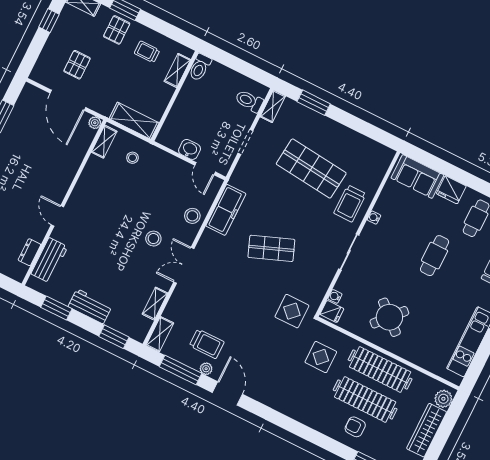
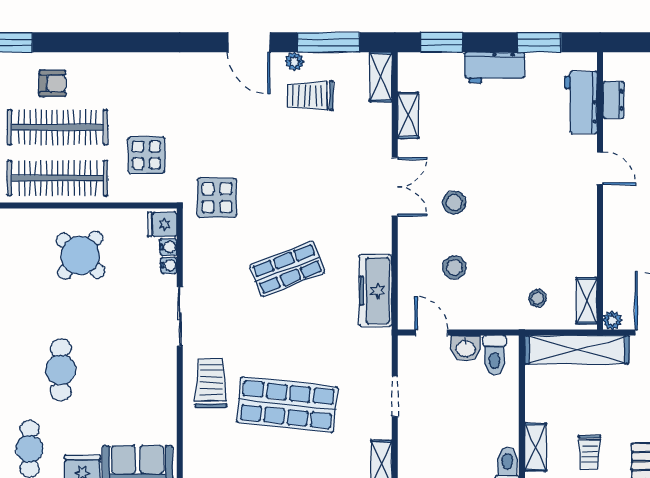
trolley: (147, 52) -> (590, 452), turned 90
toilet: (249, 101) -> (494, 355), moved, turned 90
shelving: (134, 121) -> (577, 350), width x1.47
stool: (192, 216) -> (454, 267), moved
water cooler: (374, 218) -> (169, 265), moved

